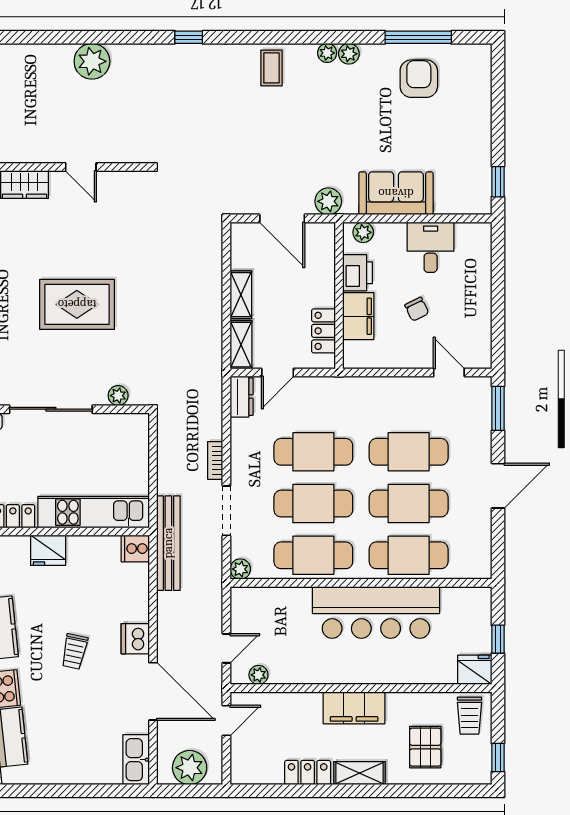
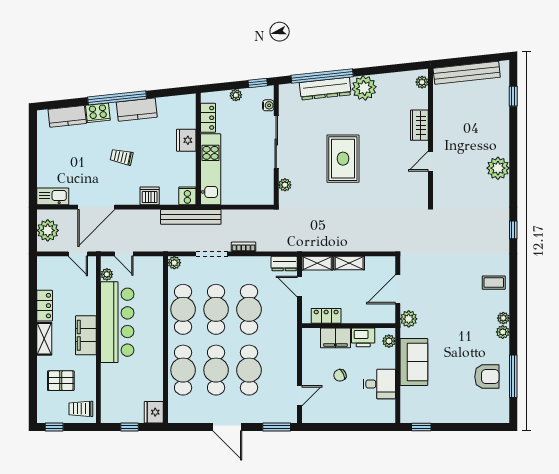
bar counter: (376, 612) -> (117, 322), moved, turned 180
dishwasher: (135, 639) -> (150, 196), moved
fridge: (475, 670) -> (154, 412), moved, turned 180

